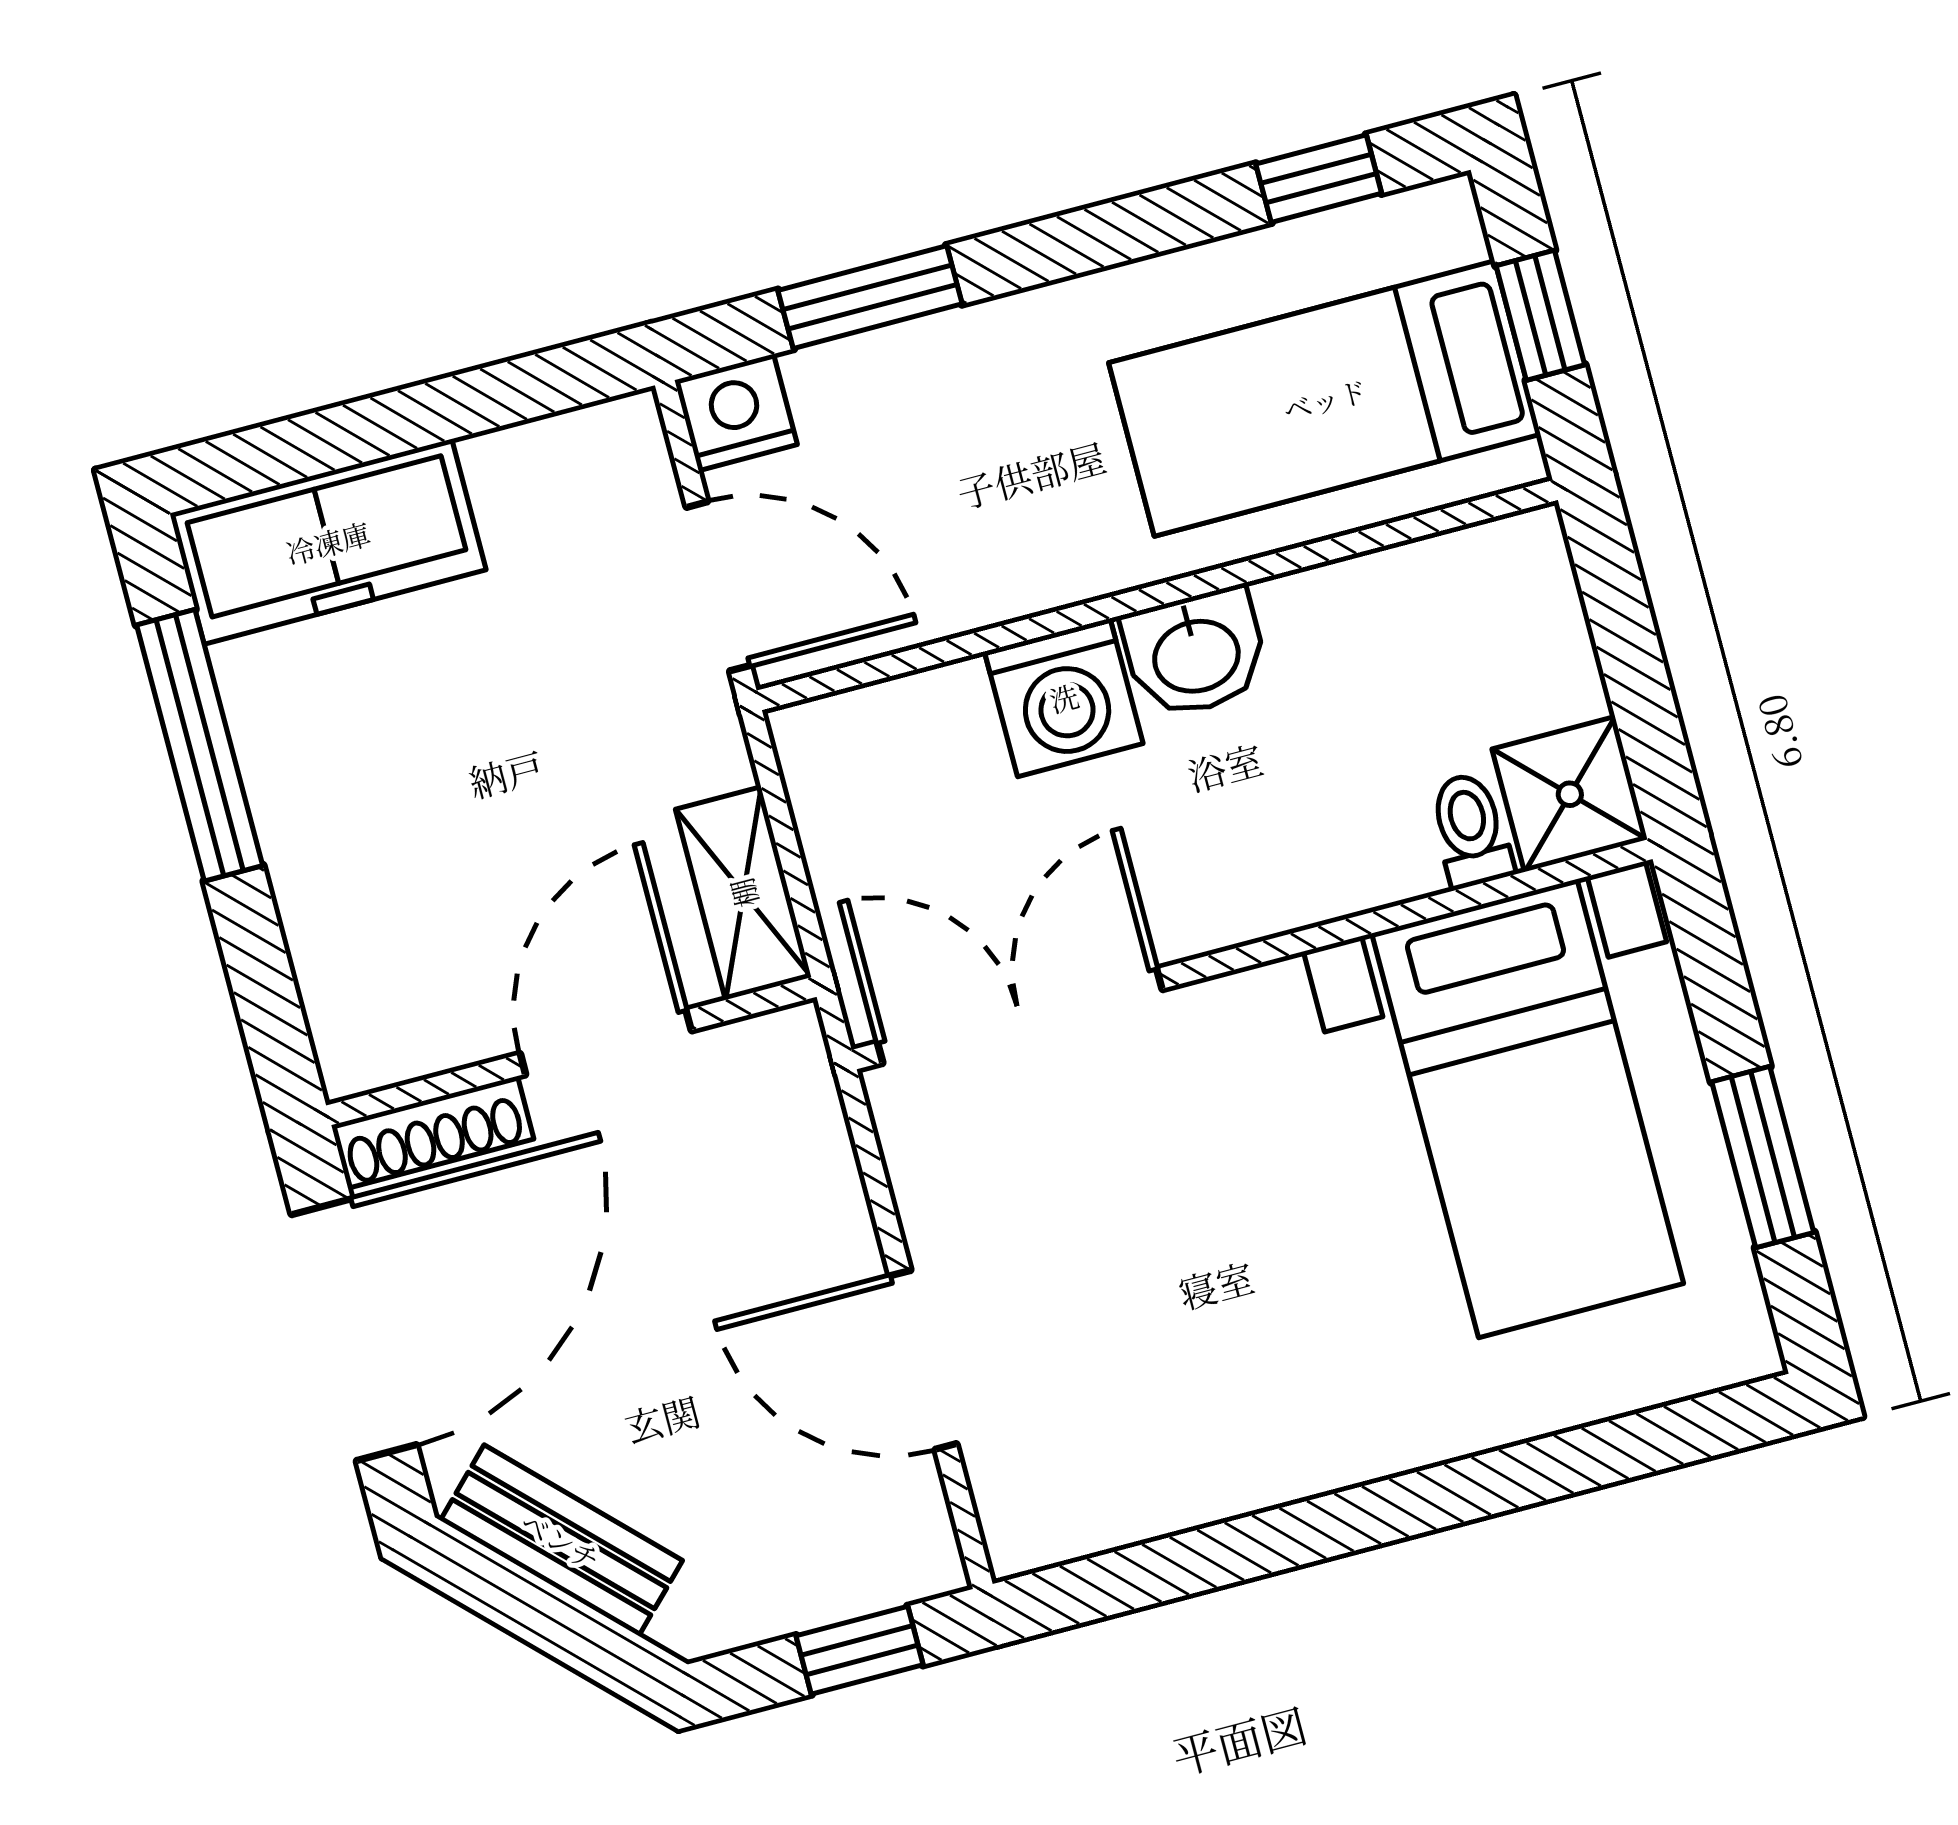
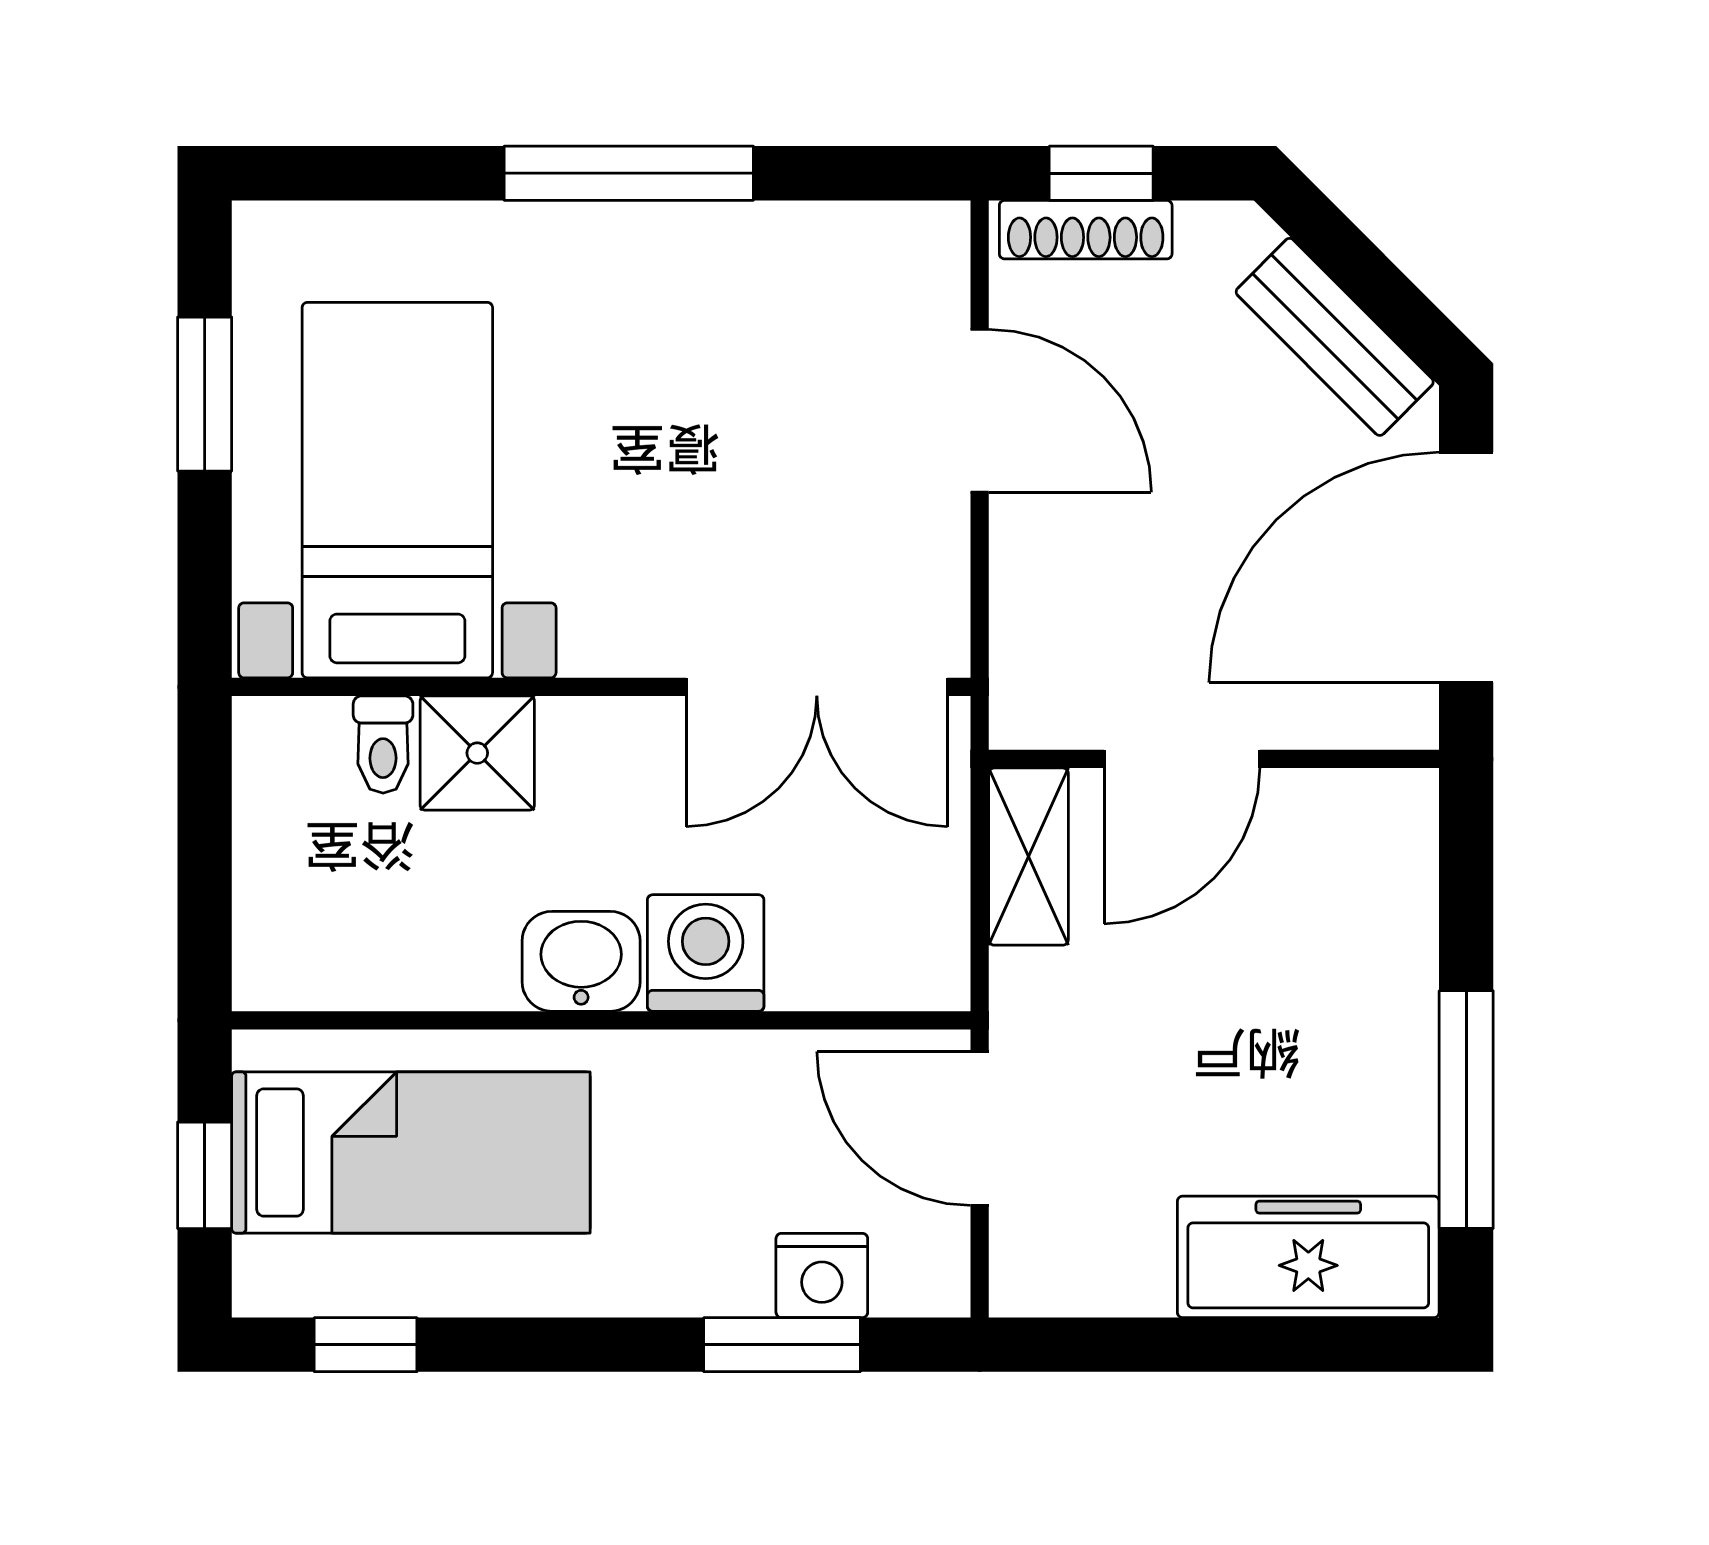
nightstand: (736, 412) -> (822, 1275), moved
shower: (1570, 794) -> (477, 753), moved
shoe rack: (433, 1132) -> (1086, 230), moved, turned 180
window: (1369, 1516) -> (629, 173), added

